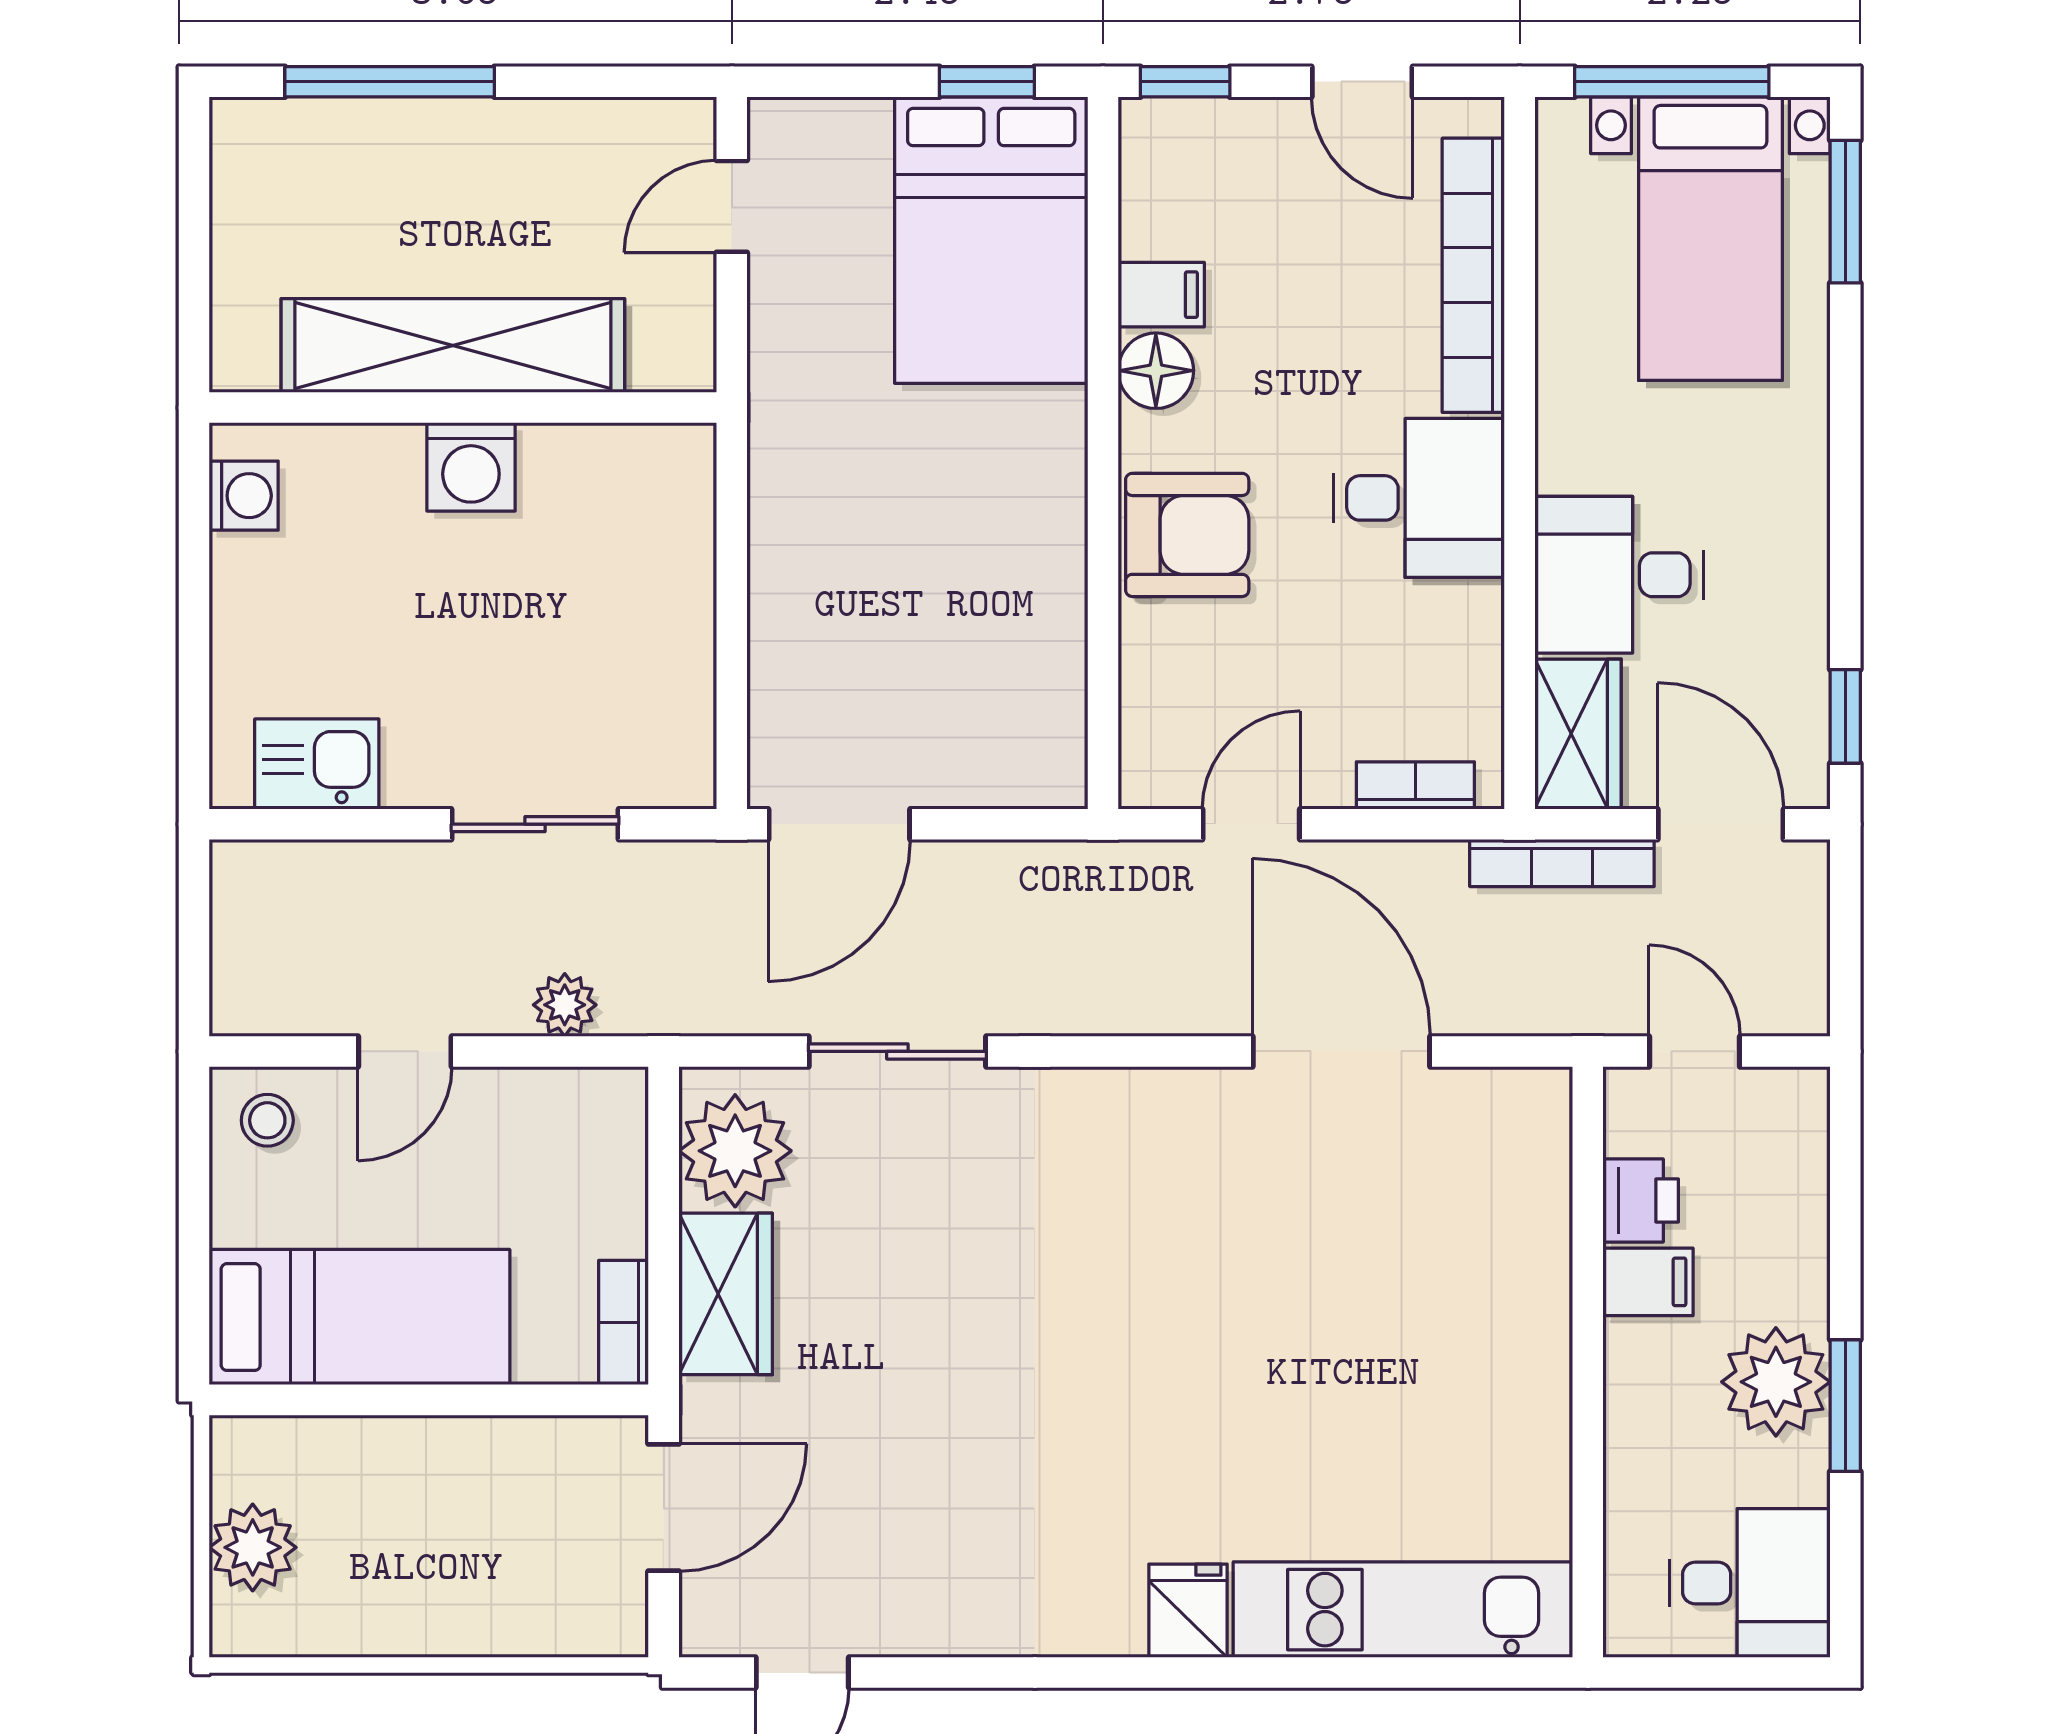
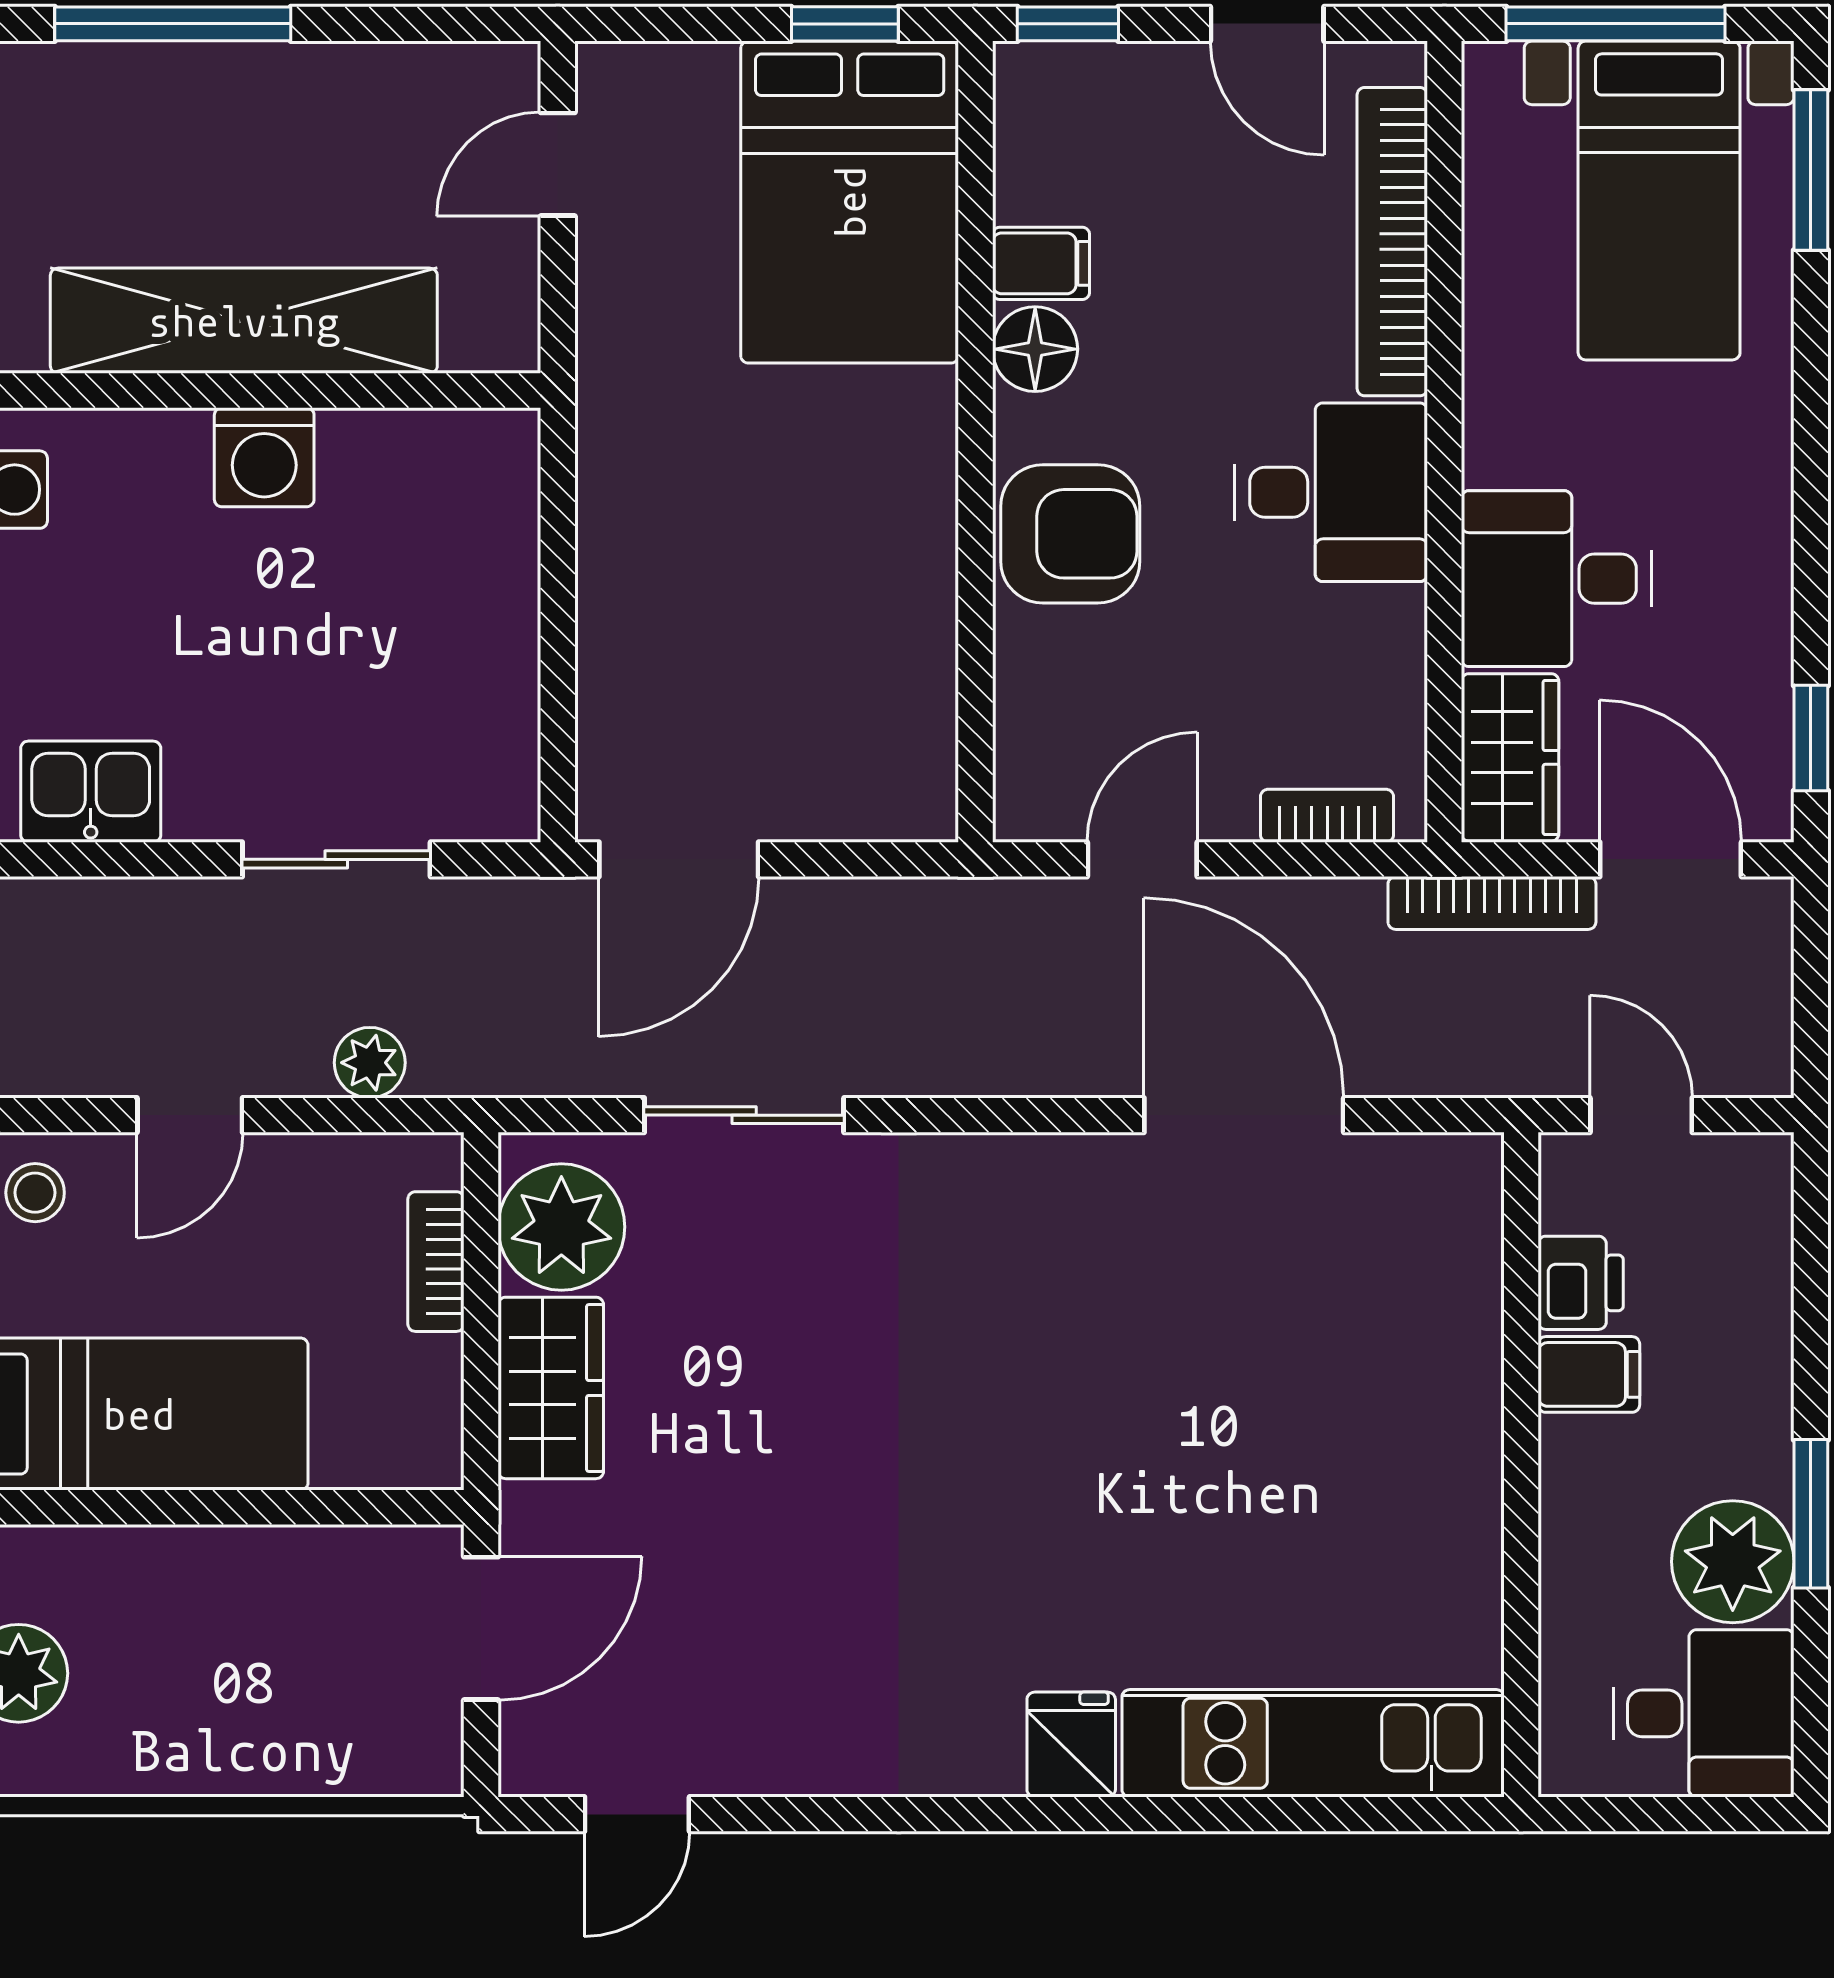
bookcase: (624, 1323) -> (436, 1262), moved
plant: (1776, 1382) -> (1733, 1562), moved

